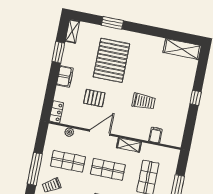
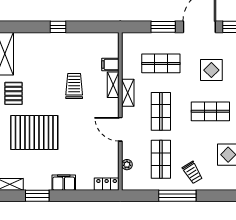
pallet: (94, 98) -> (13, 93), moved
shelving: (138, 134) -> (113, 85), added

